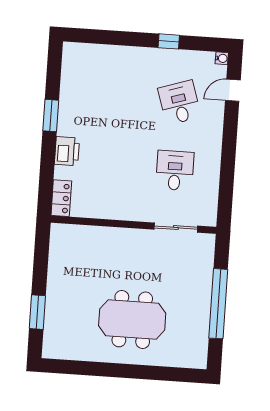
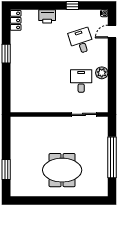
printer: (67, 151) -> (47, 16), moved, turned 90
plant: (211, 159) -> (102, 73), added
locker: (61, 198) -> (16, 20), moved

